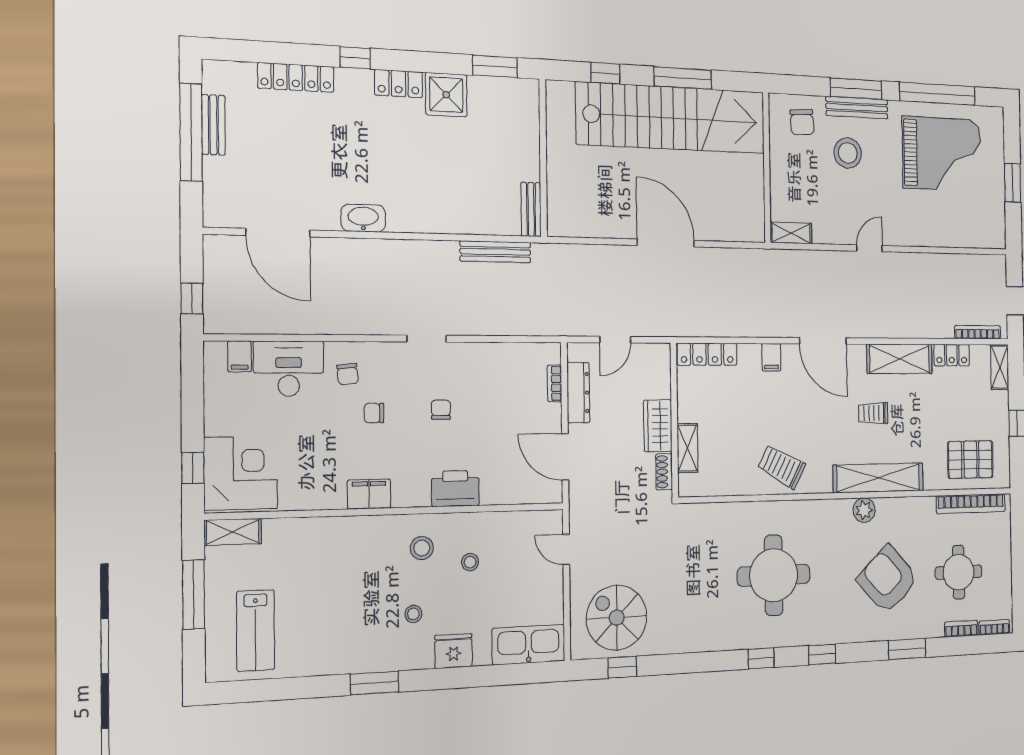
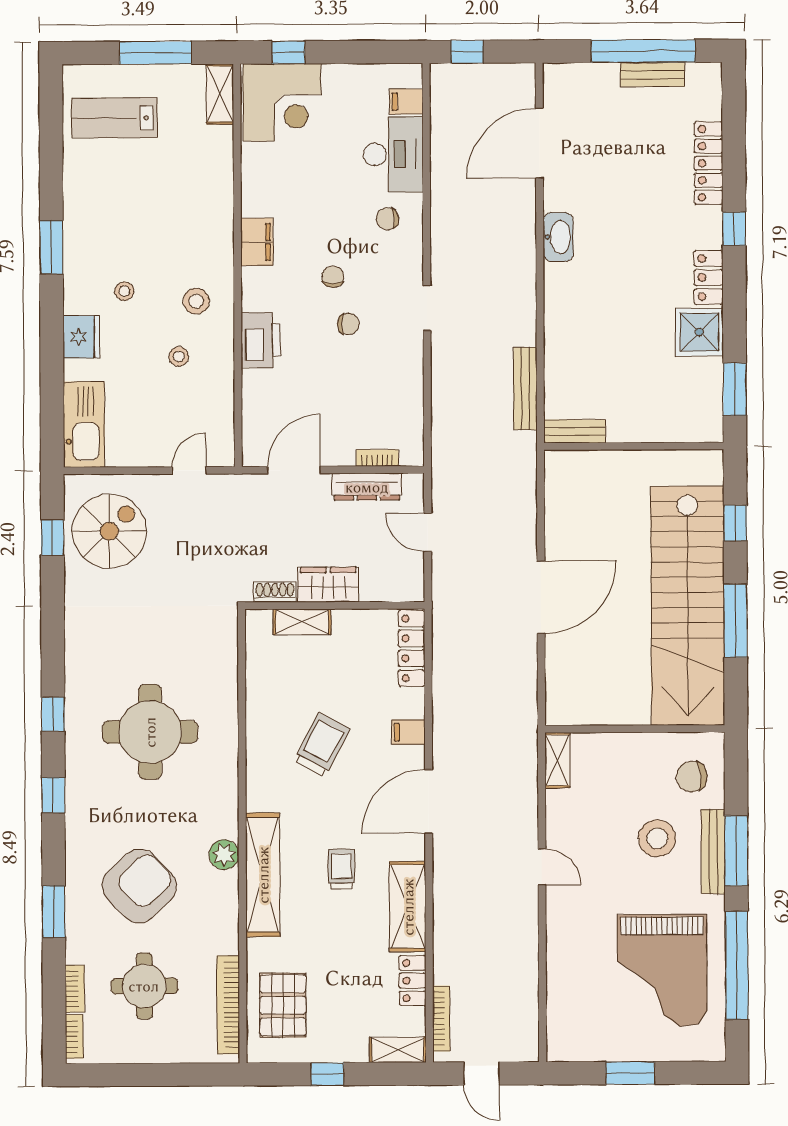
chair: (374, 413) -> (333, 277), moved
trolley: (782, 467) -> (322, 745), moved

